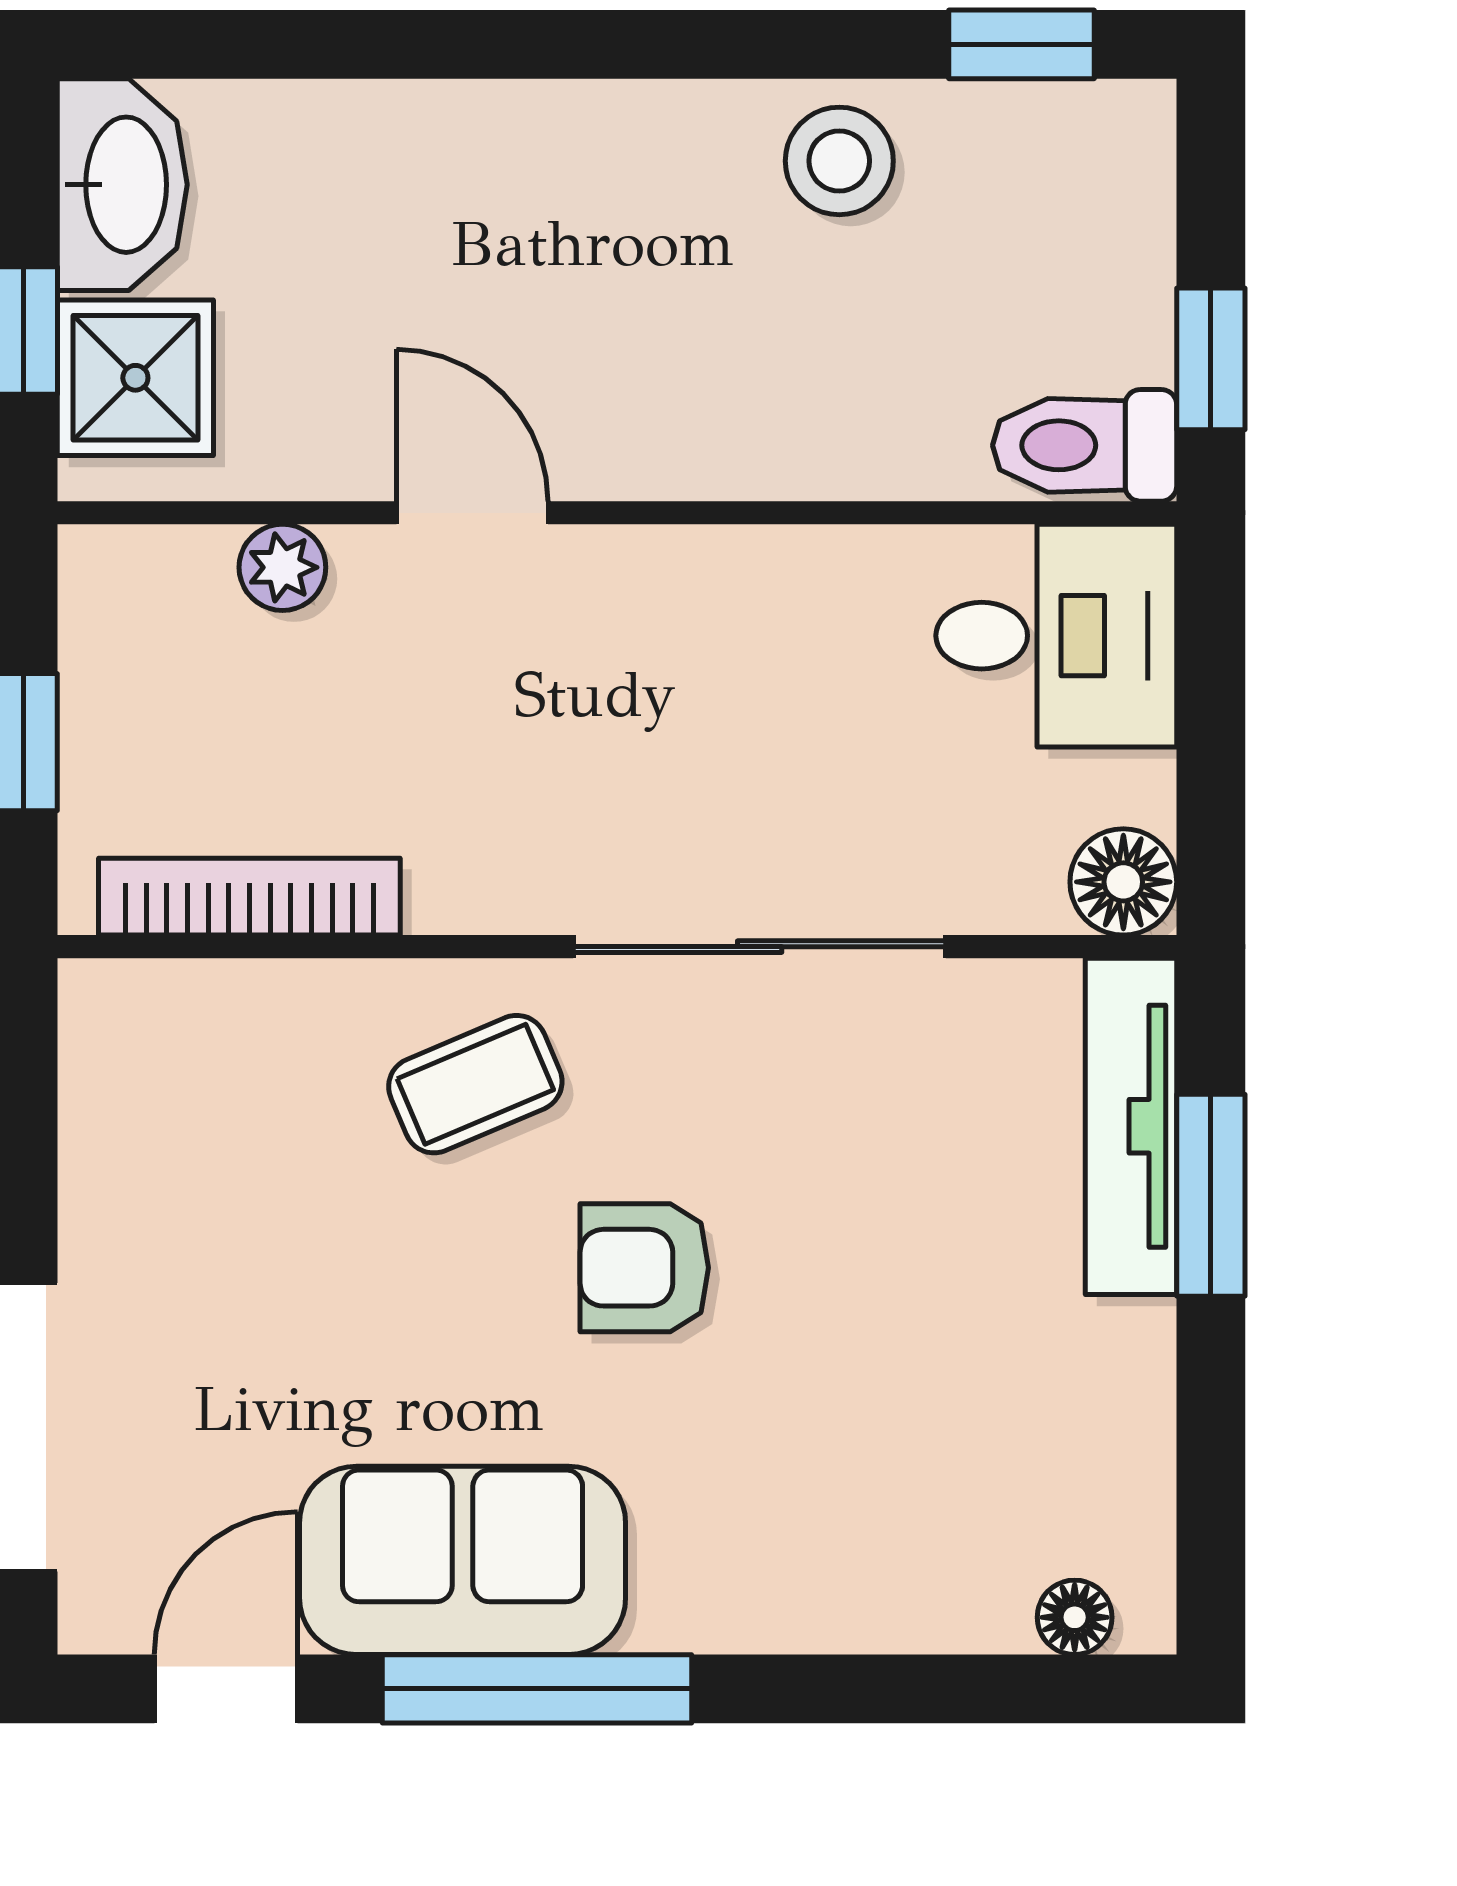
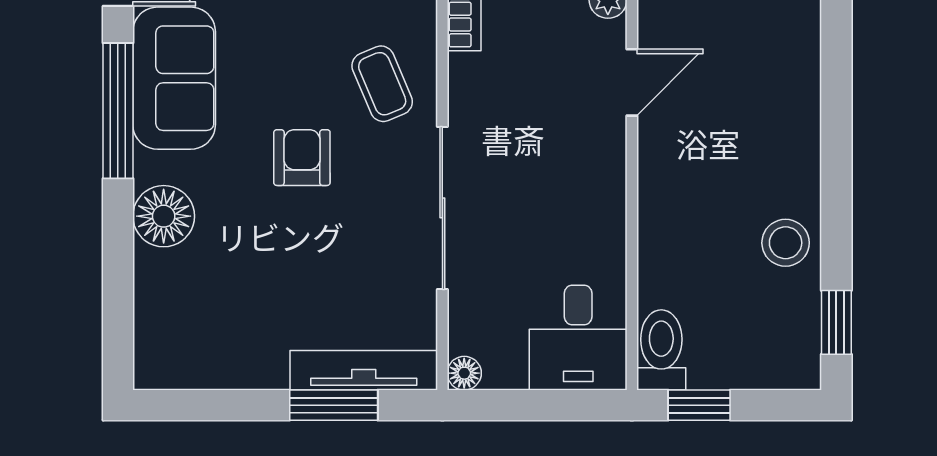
floor lamp: (1123, 882) -> (464, 373), width x0.73, depth x0.73
floor lamp: (1075, 1617) -> (164, 216), moved, width x1.89, depth x1.89

